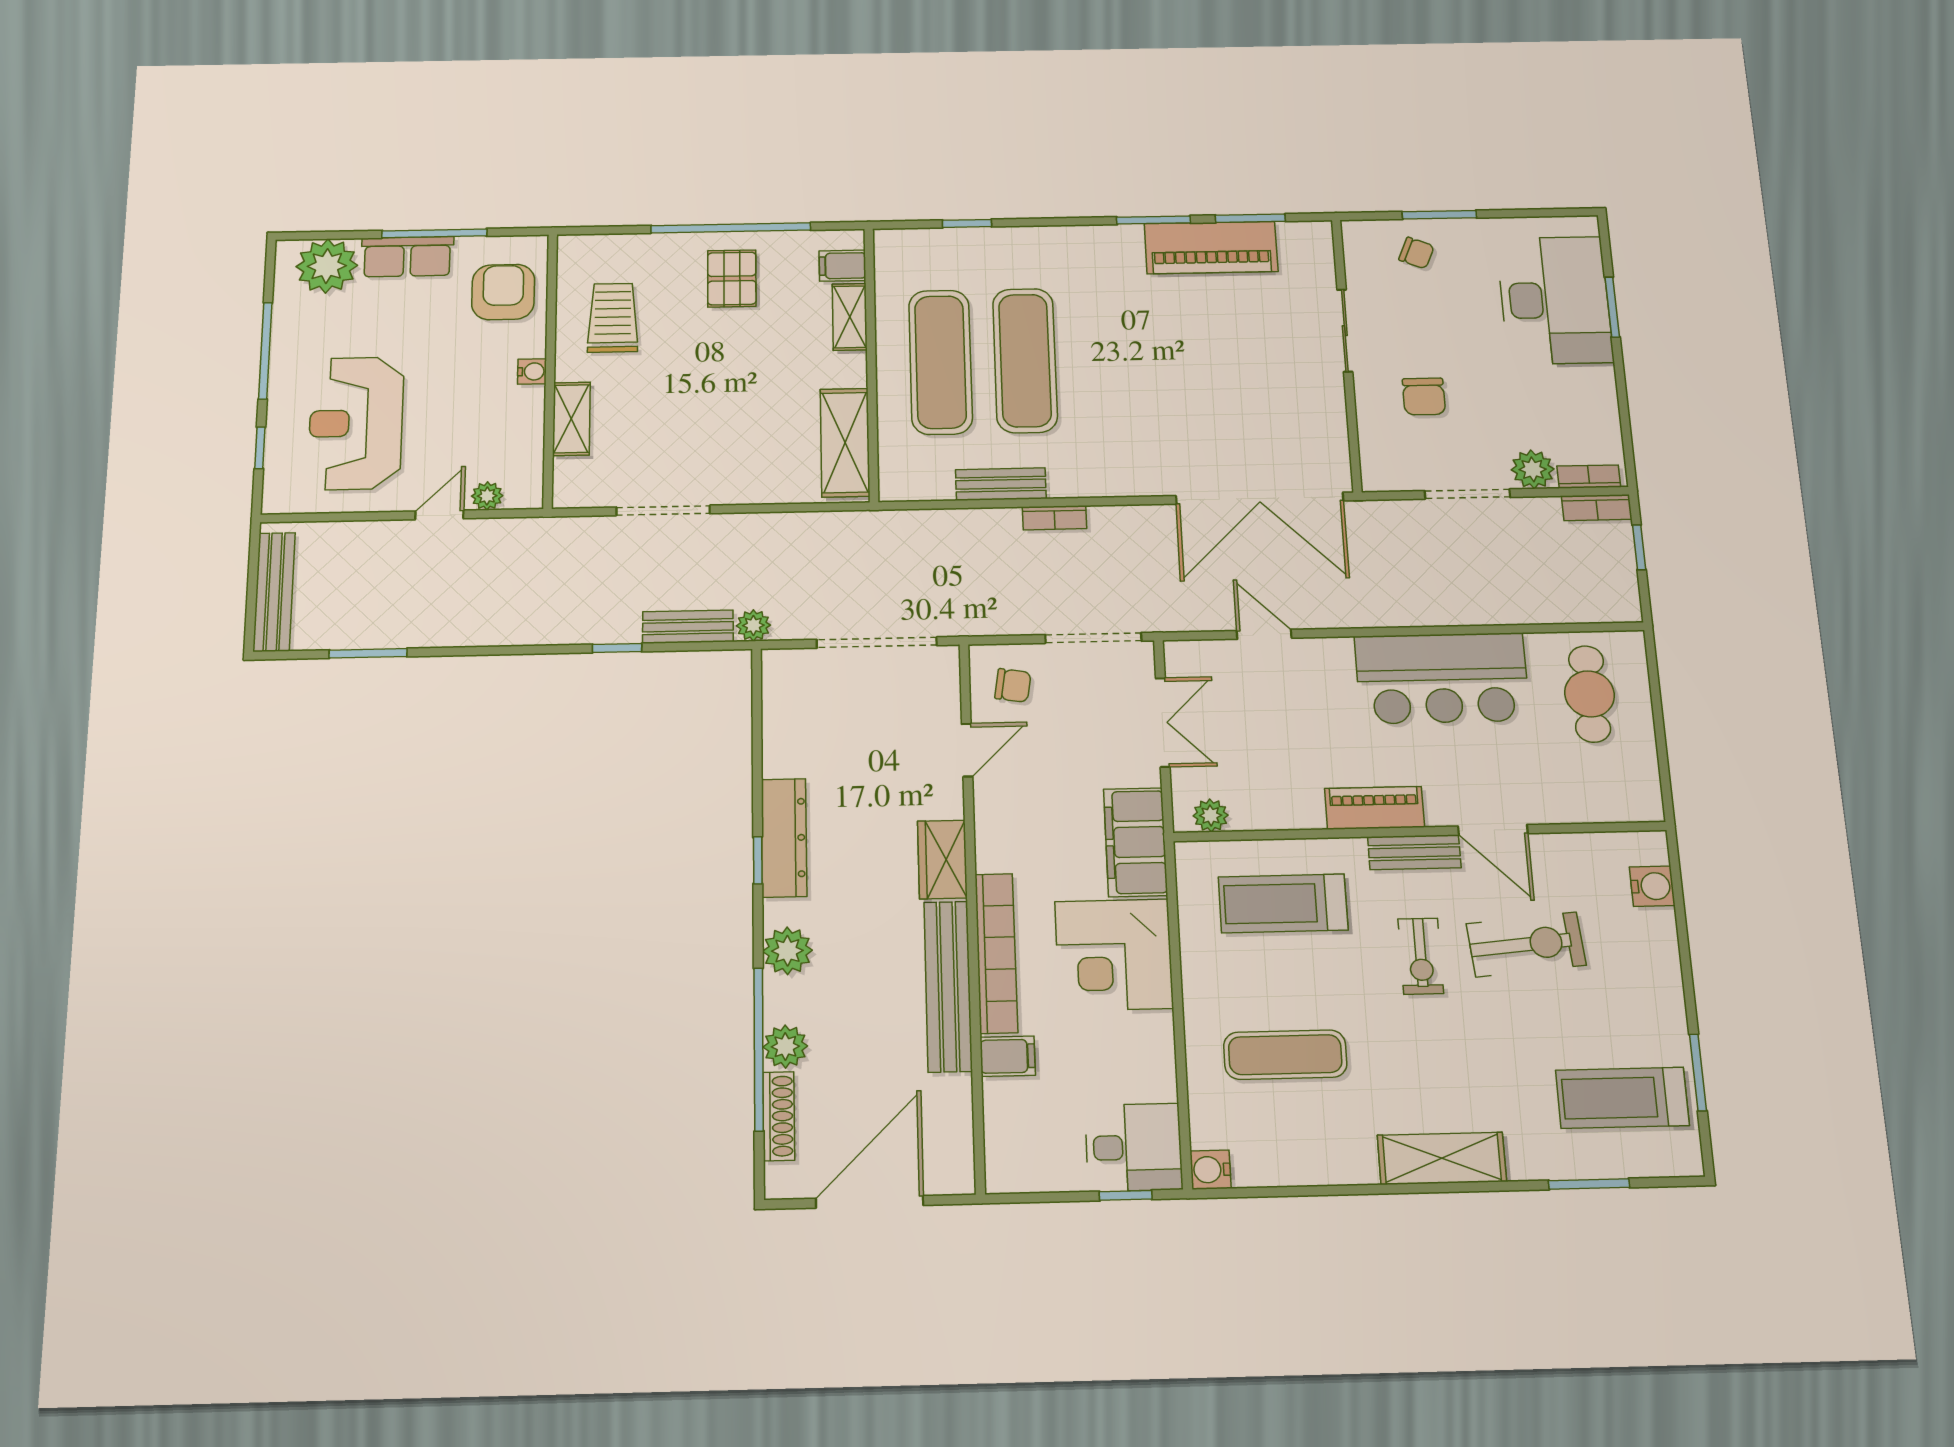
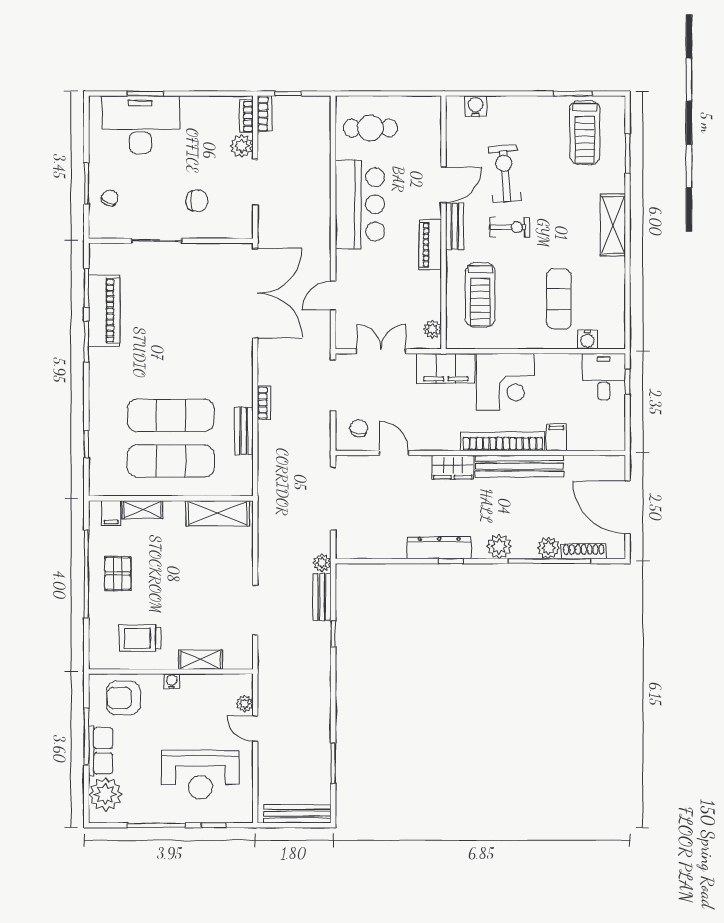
pallet: (732, 279) -> (118, 574), turned 90
water cooler: (1210, 1170) -> (587, 339), moved

